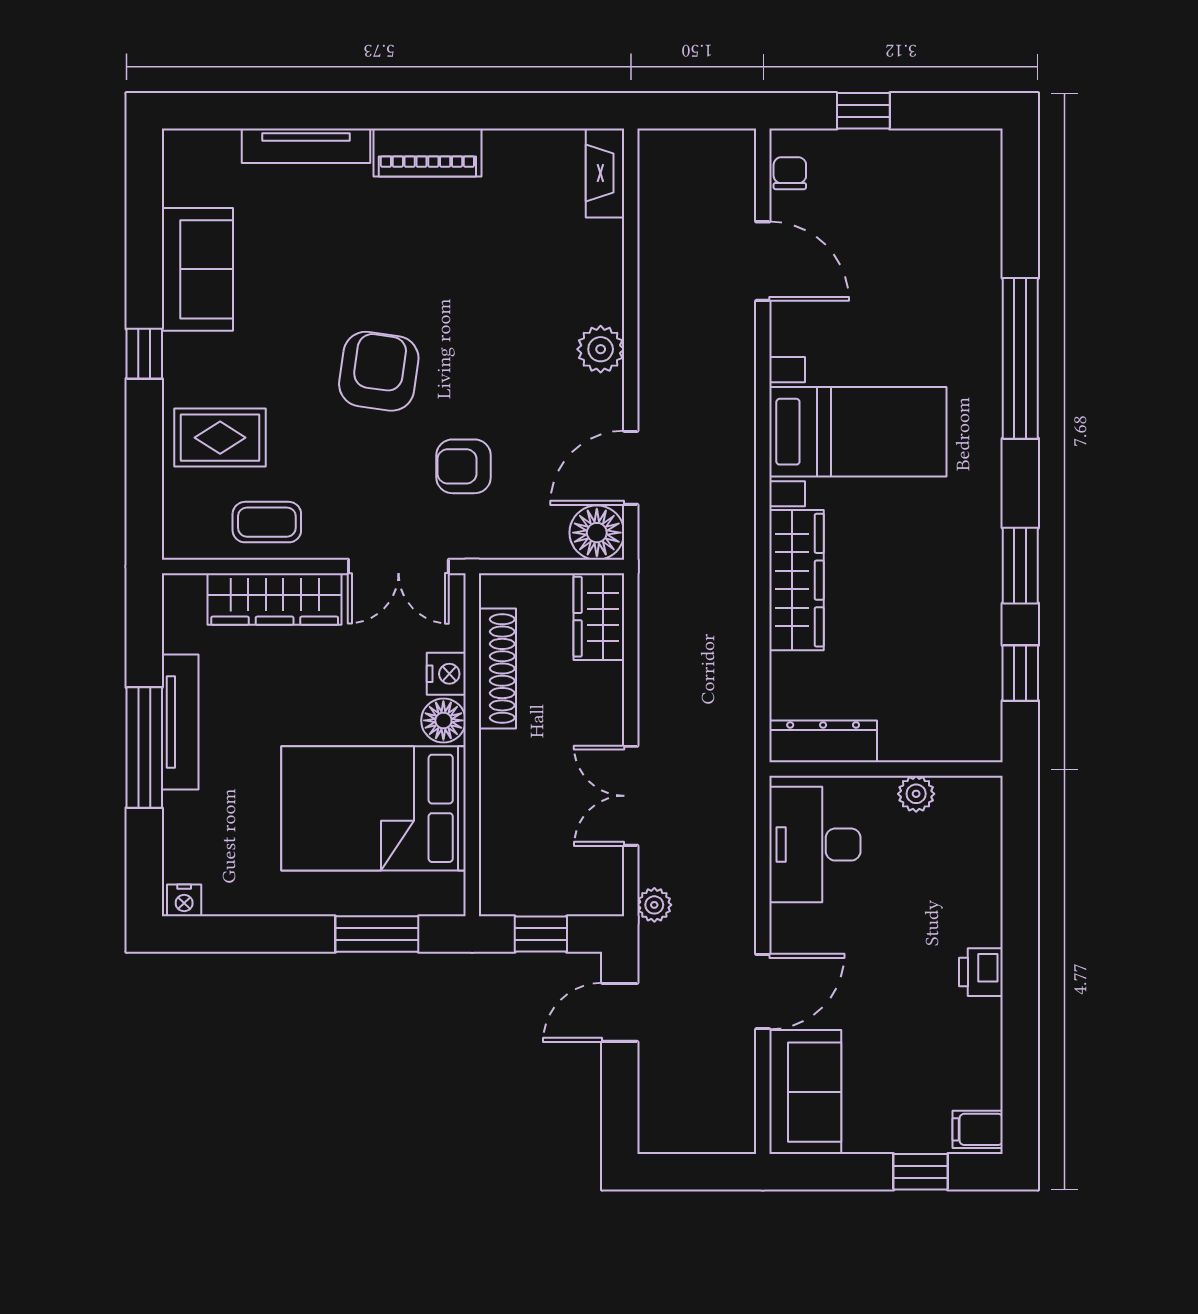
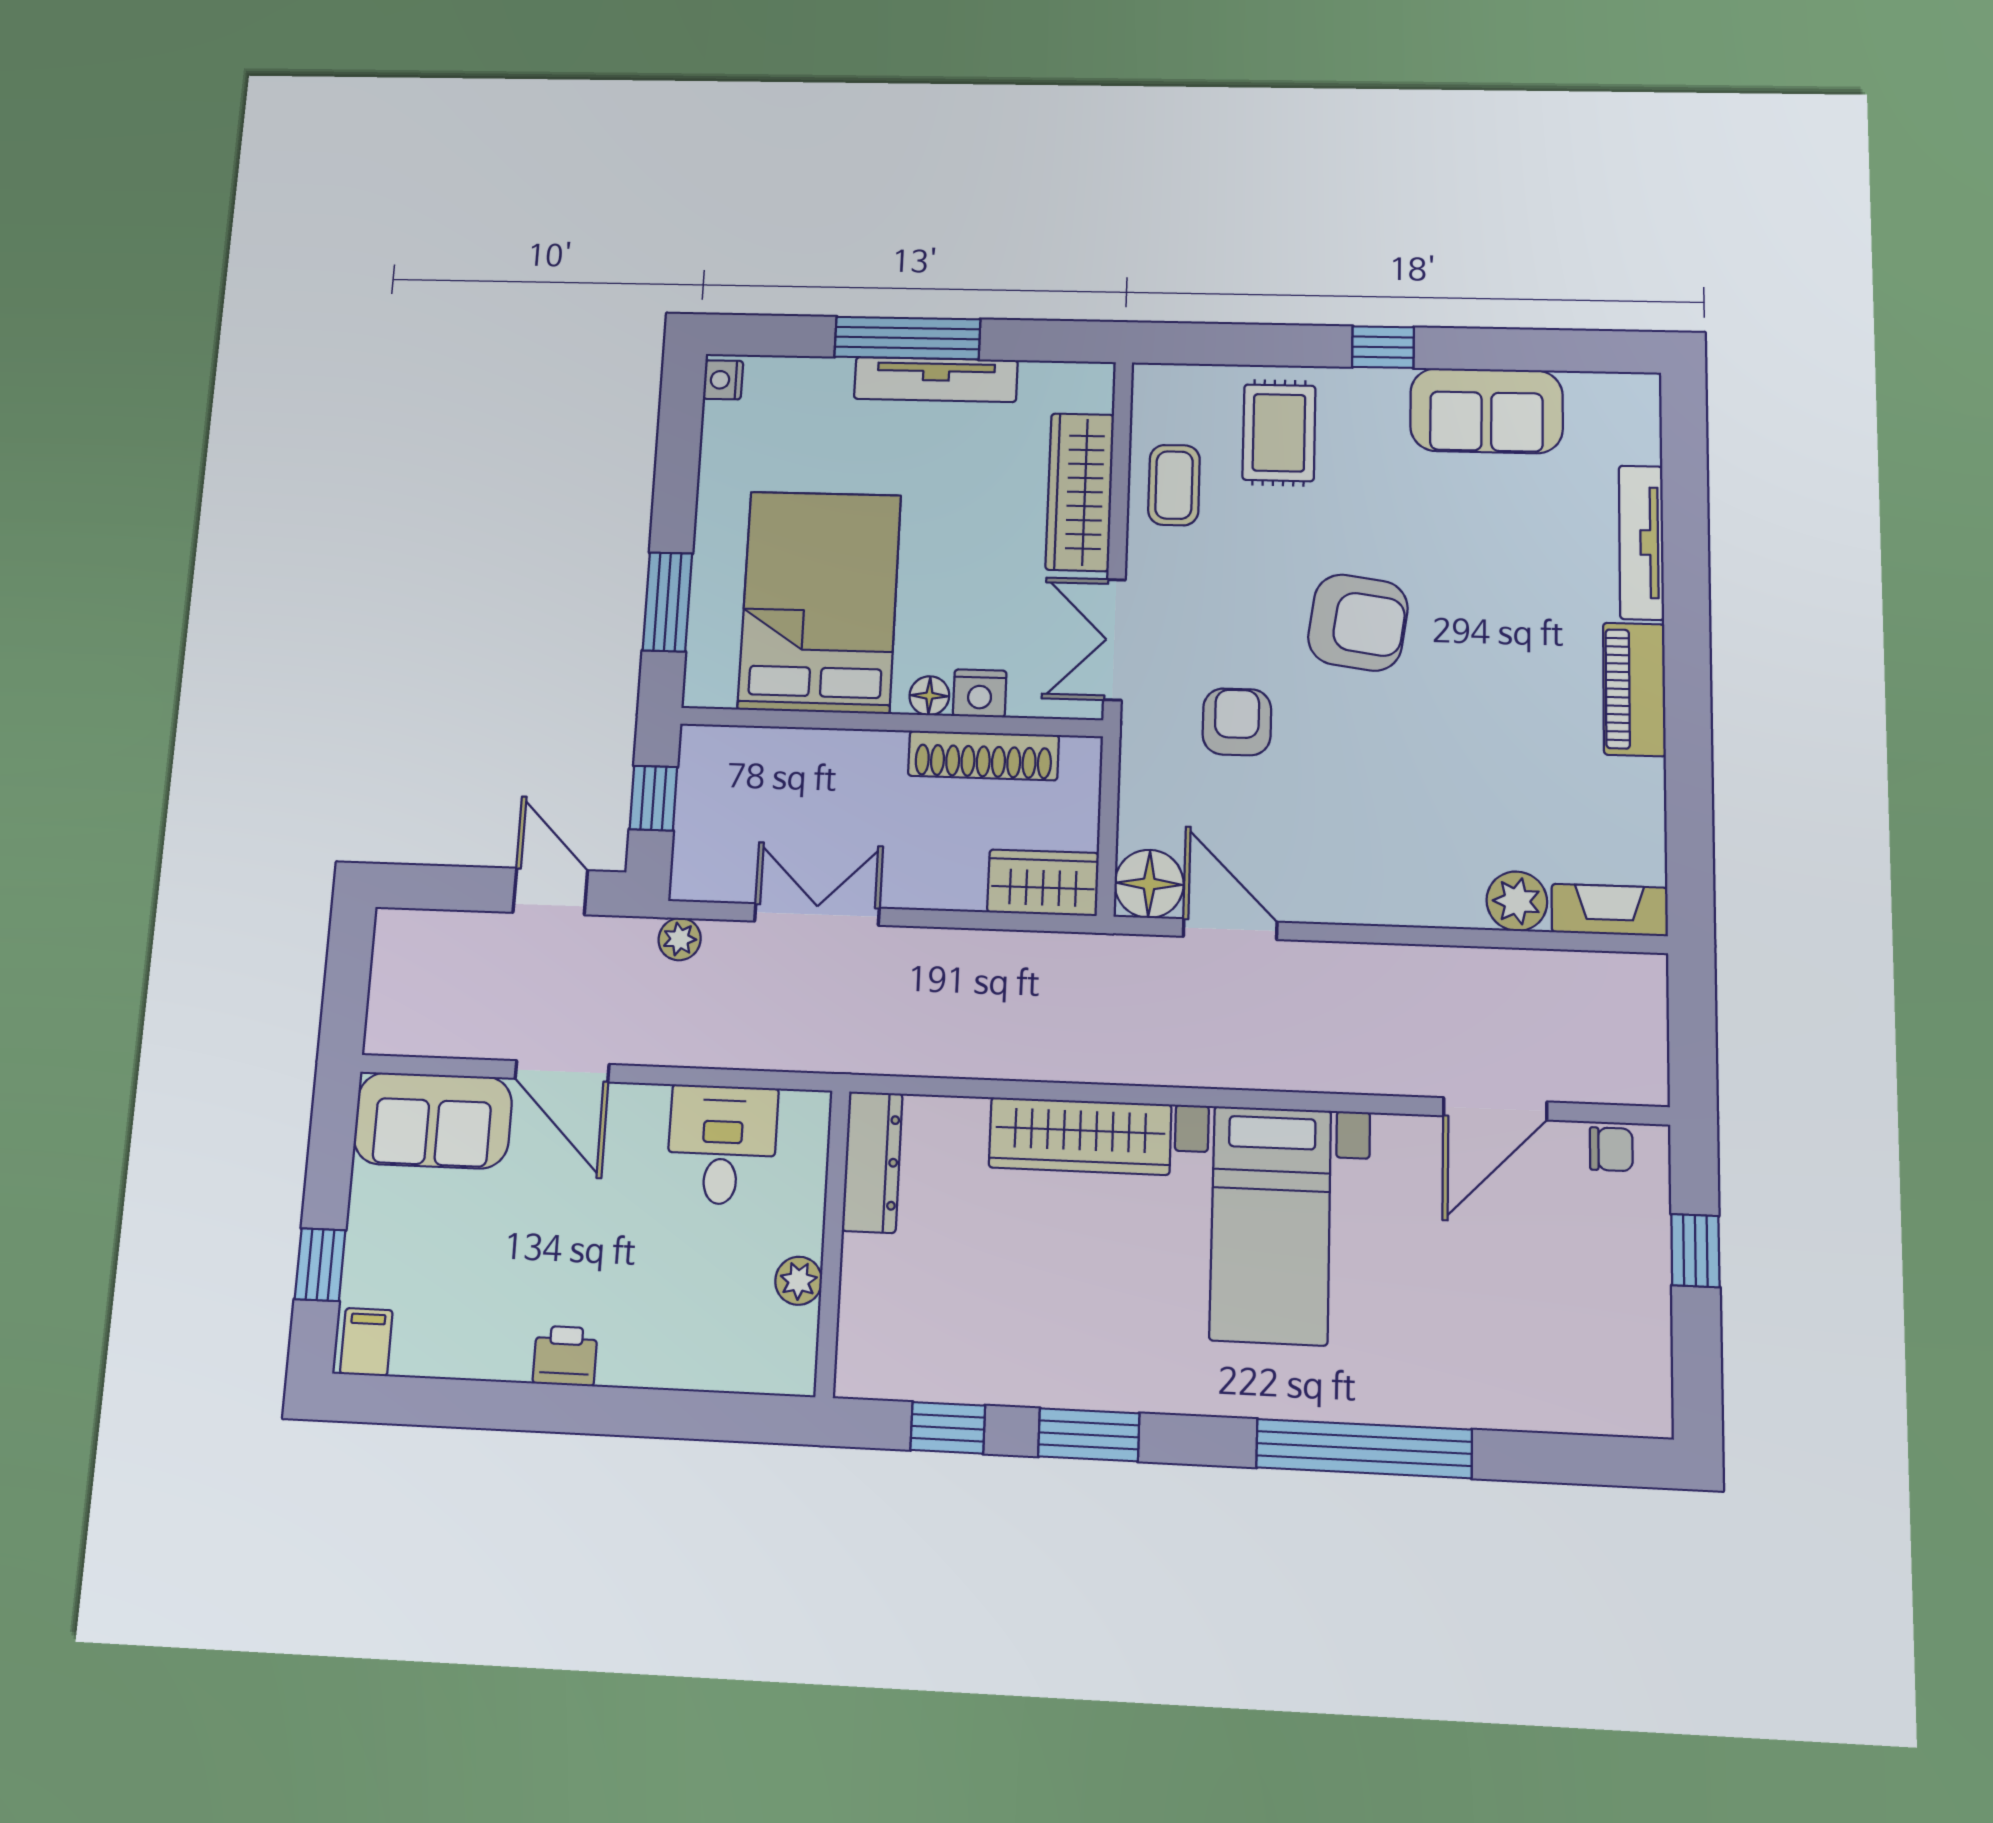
plant: (601, 349) -> (1517, 901), moved
floor lamp: (443, 720) -> (929, 696), width x0.73, depth x0.73
desk: (815, 845) -> (722, 1145), width x0.73

